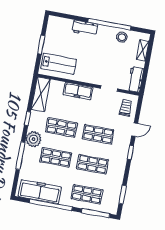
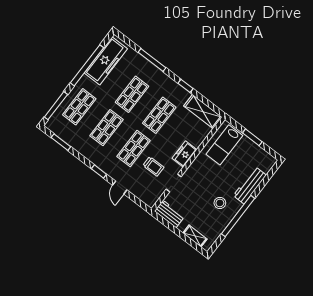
workbench: (85, 28) -> (250, 185), width x1.38
stool: (122, 37) -> (220, 203), moved
freezer: (78, 91) -> (184, 154), width x0.71
trolley: (126, 108) -> (153, 166), moved
plant: (33, 139) -> (162, 81), removed

